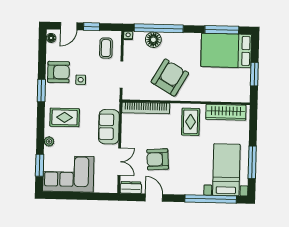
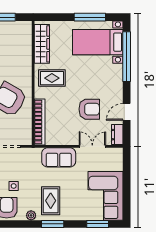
window: (41, 91) -> (53, 224), moved
plant: (49, 141) -> (31, 215), moved
armchair: (158, 159) -> (89, 109), turned -86

